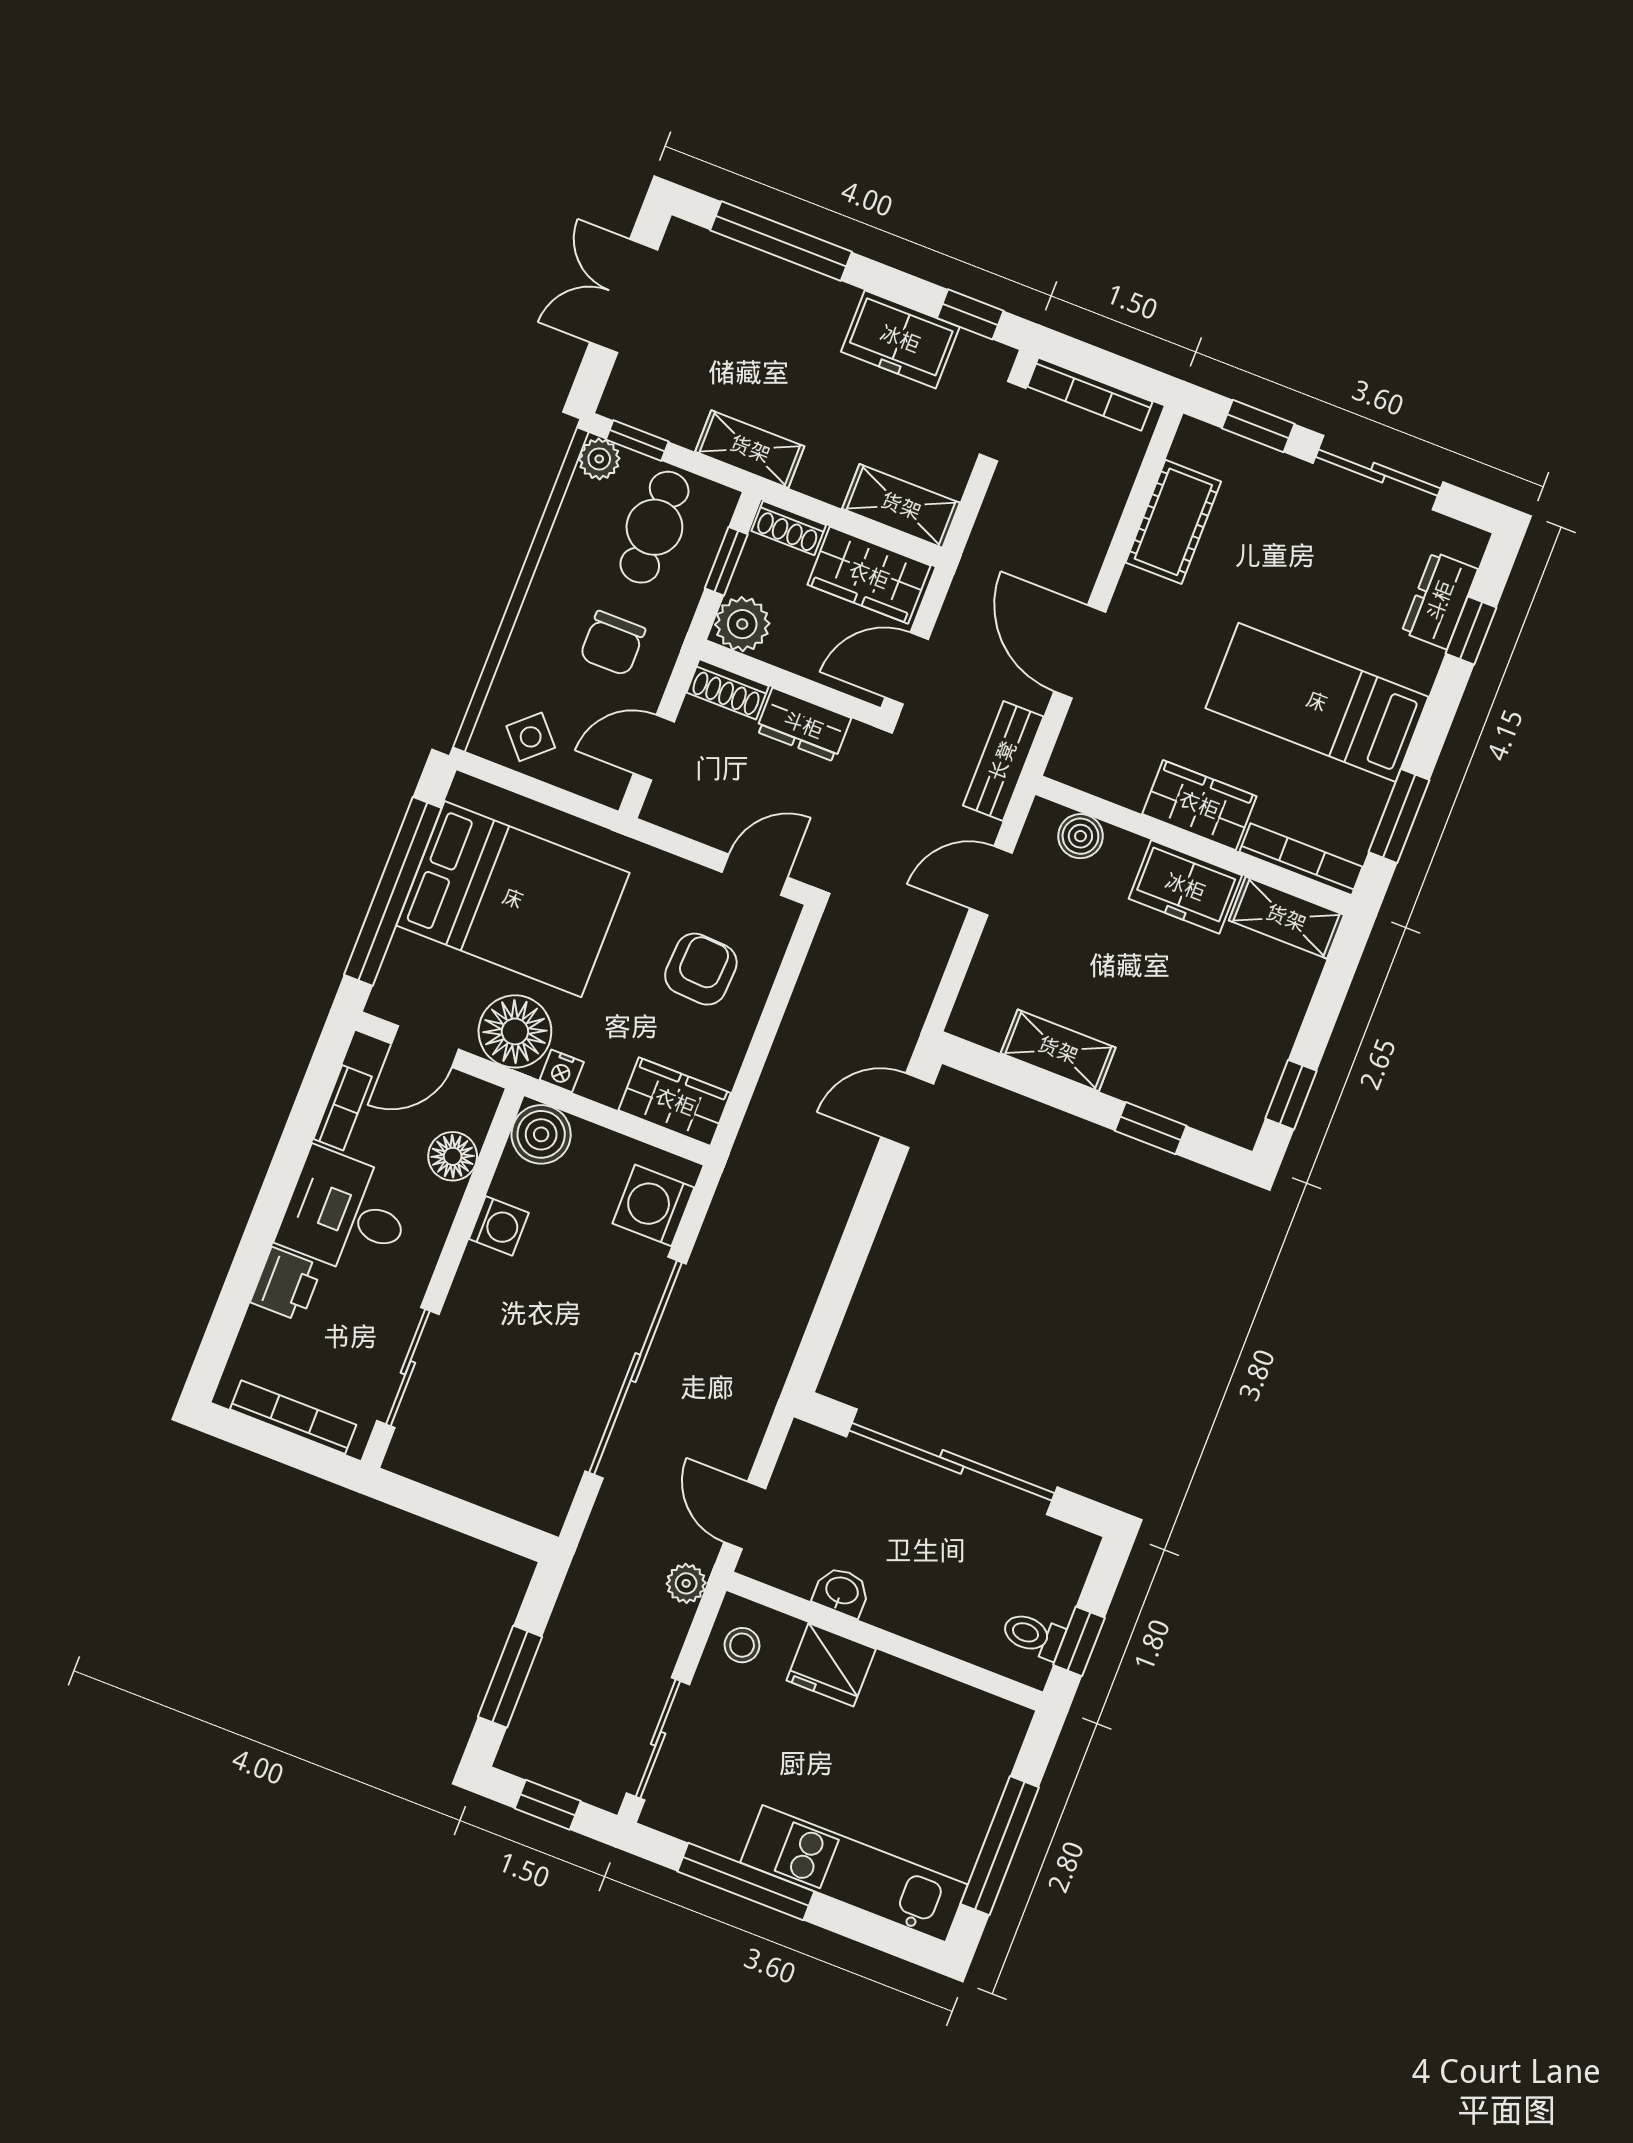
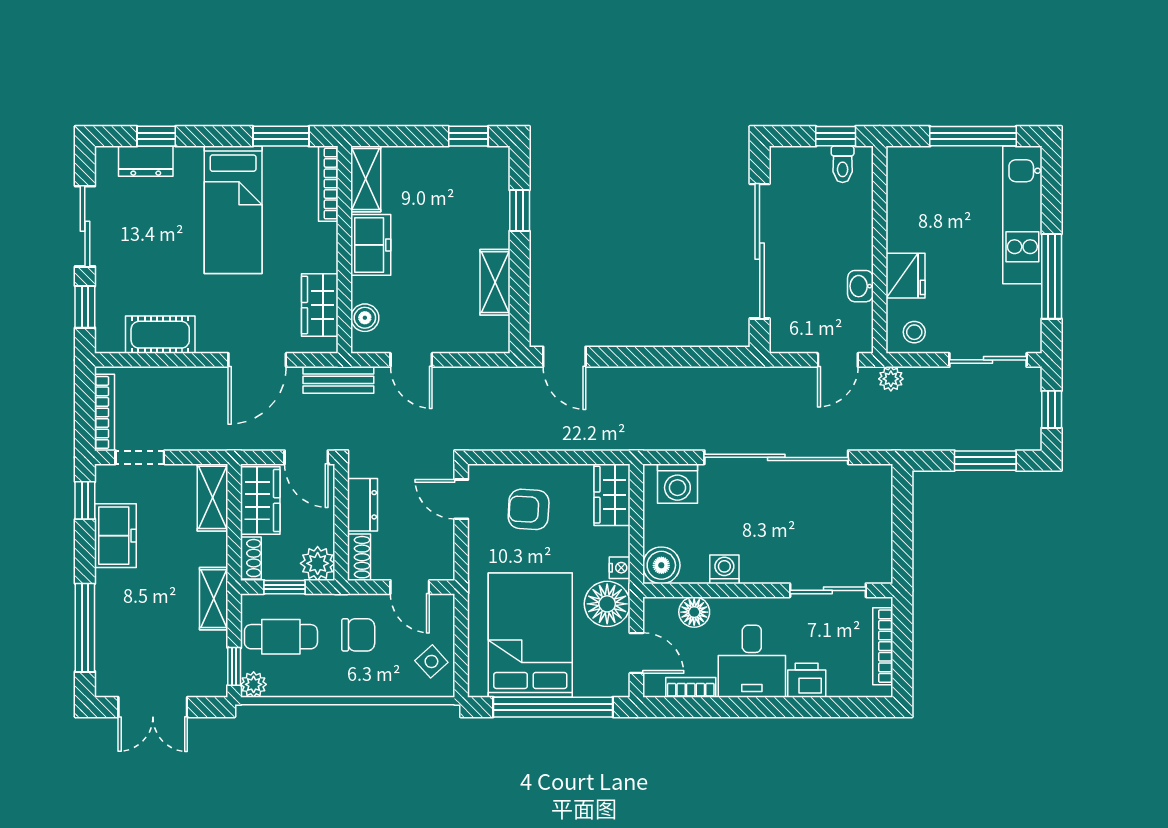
wardrobe: (1199, 805) -> (320, 305), moved

